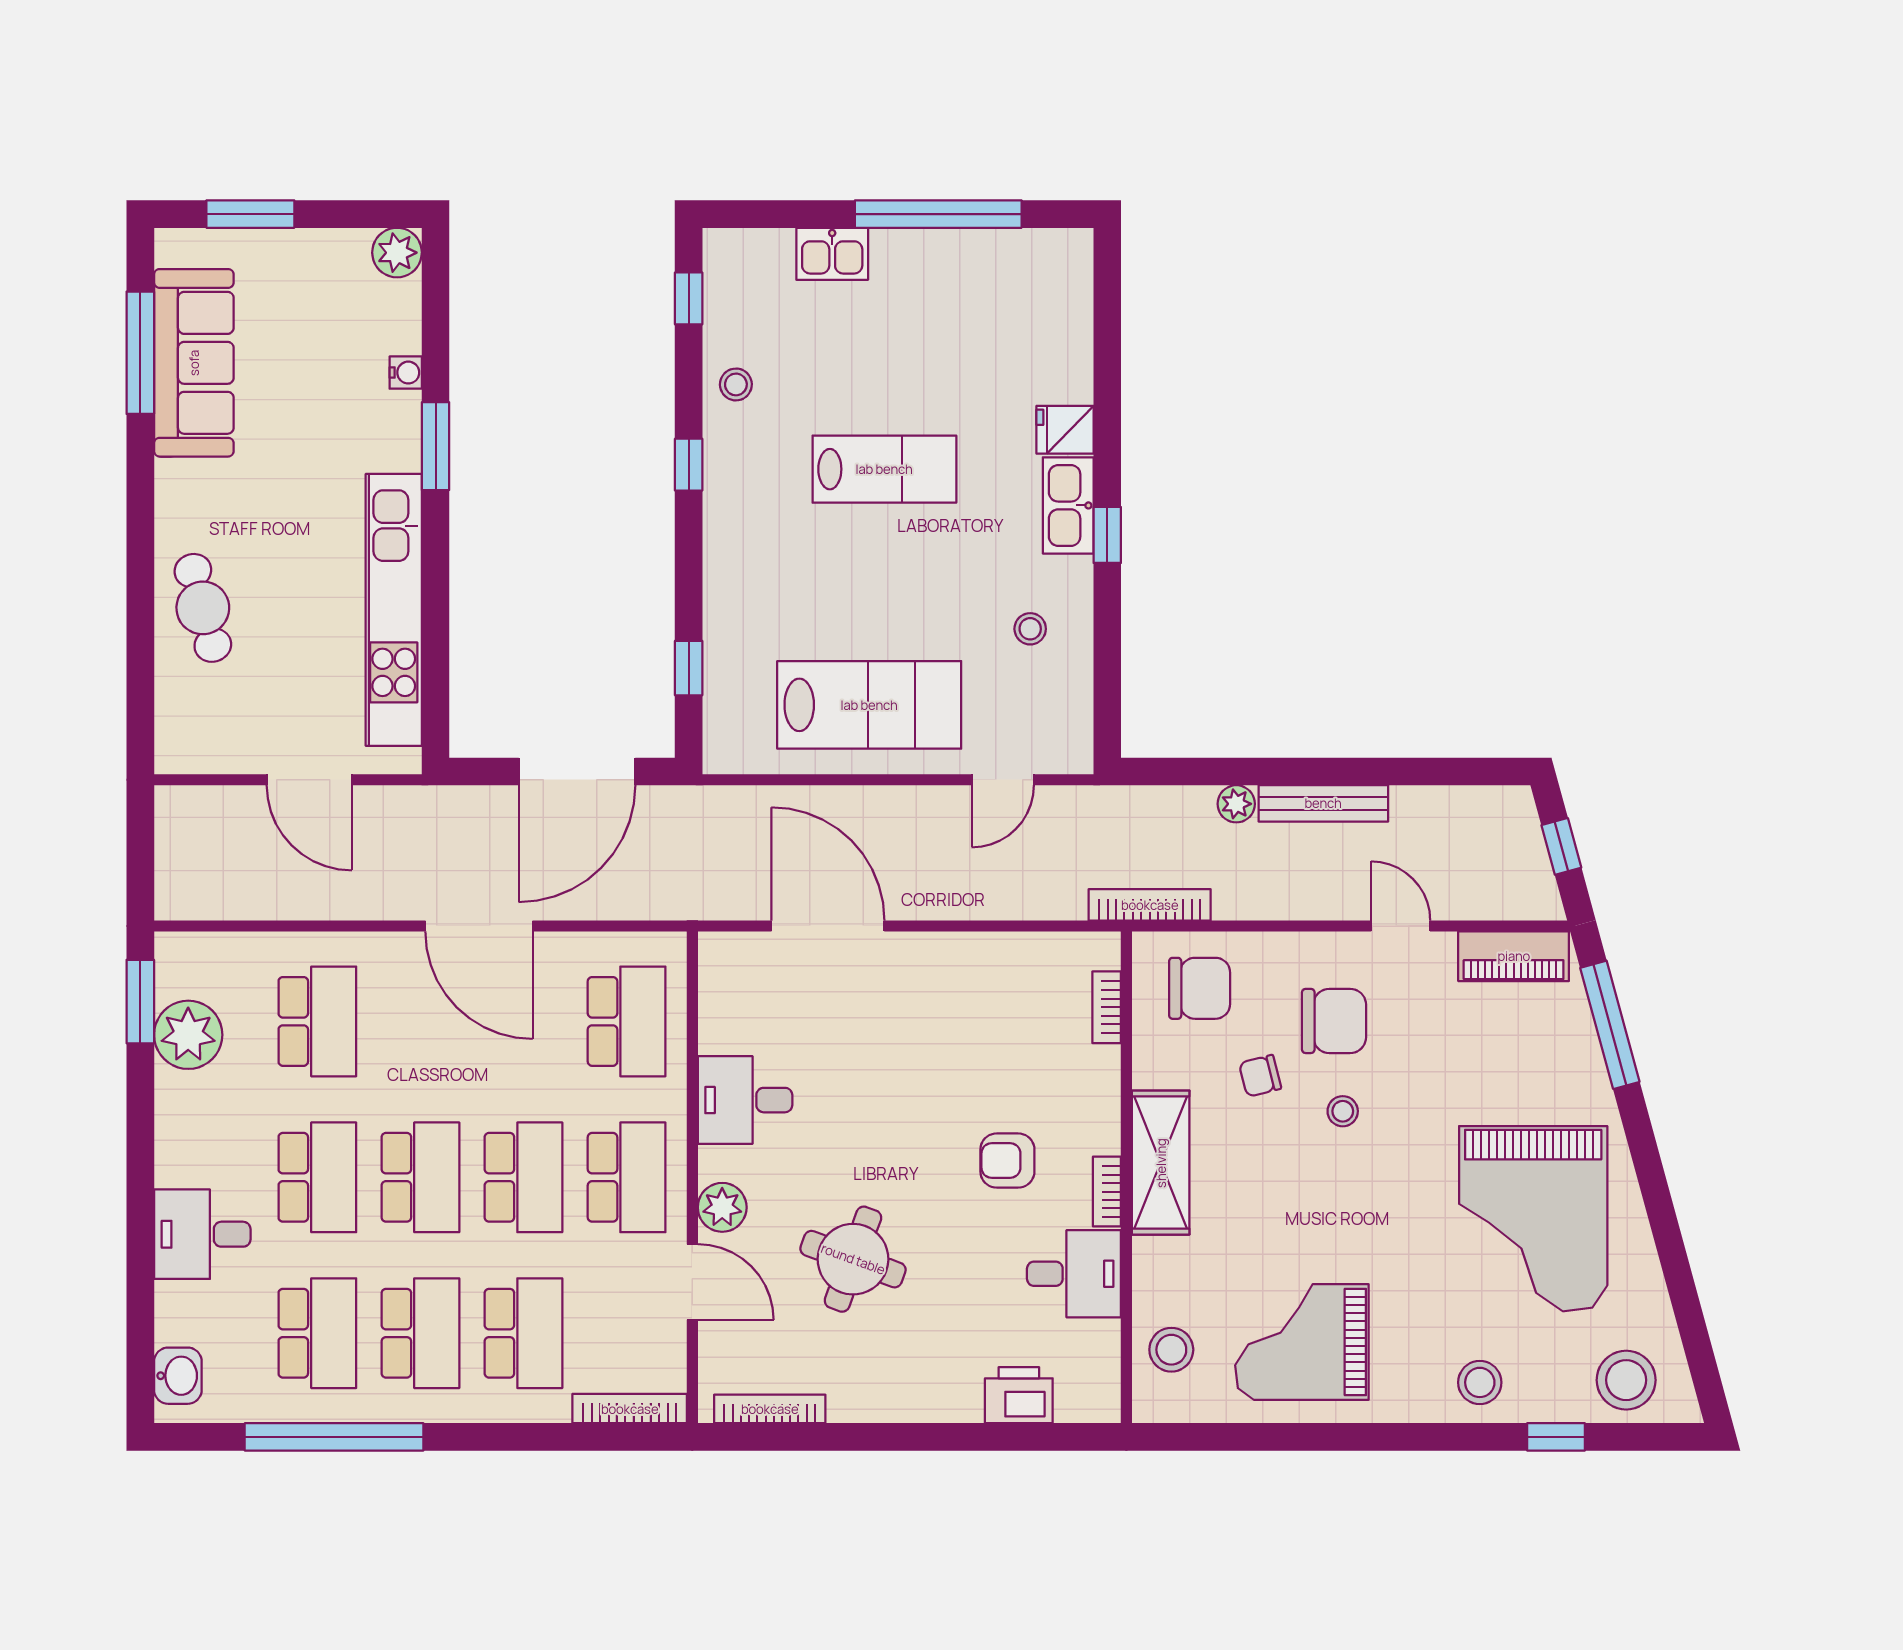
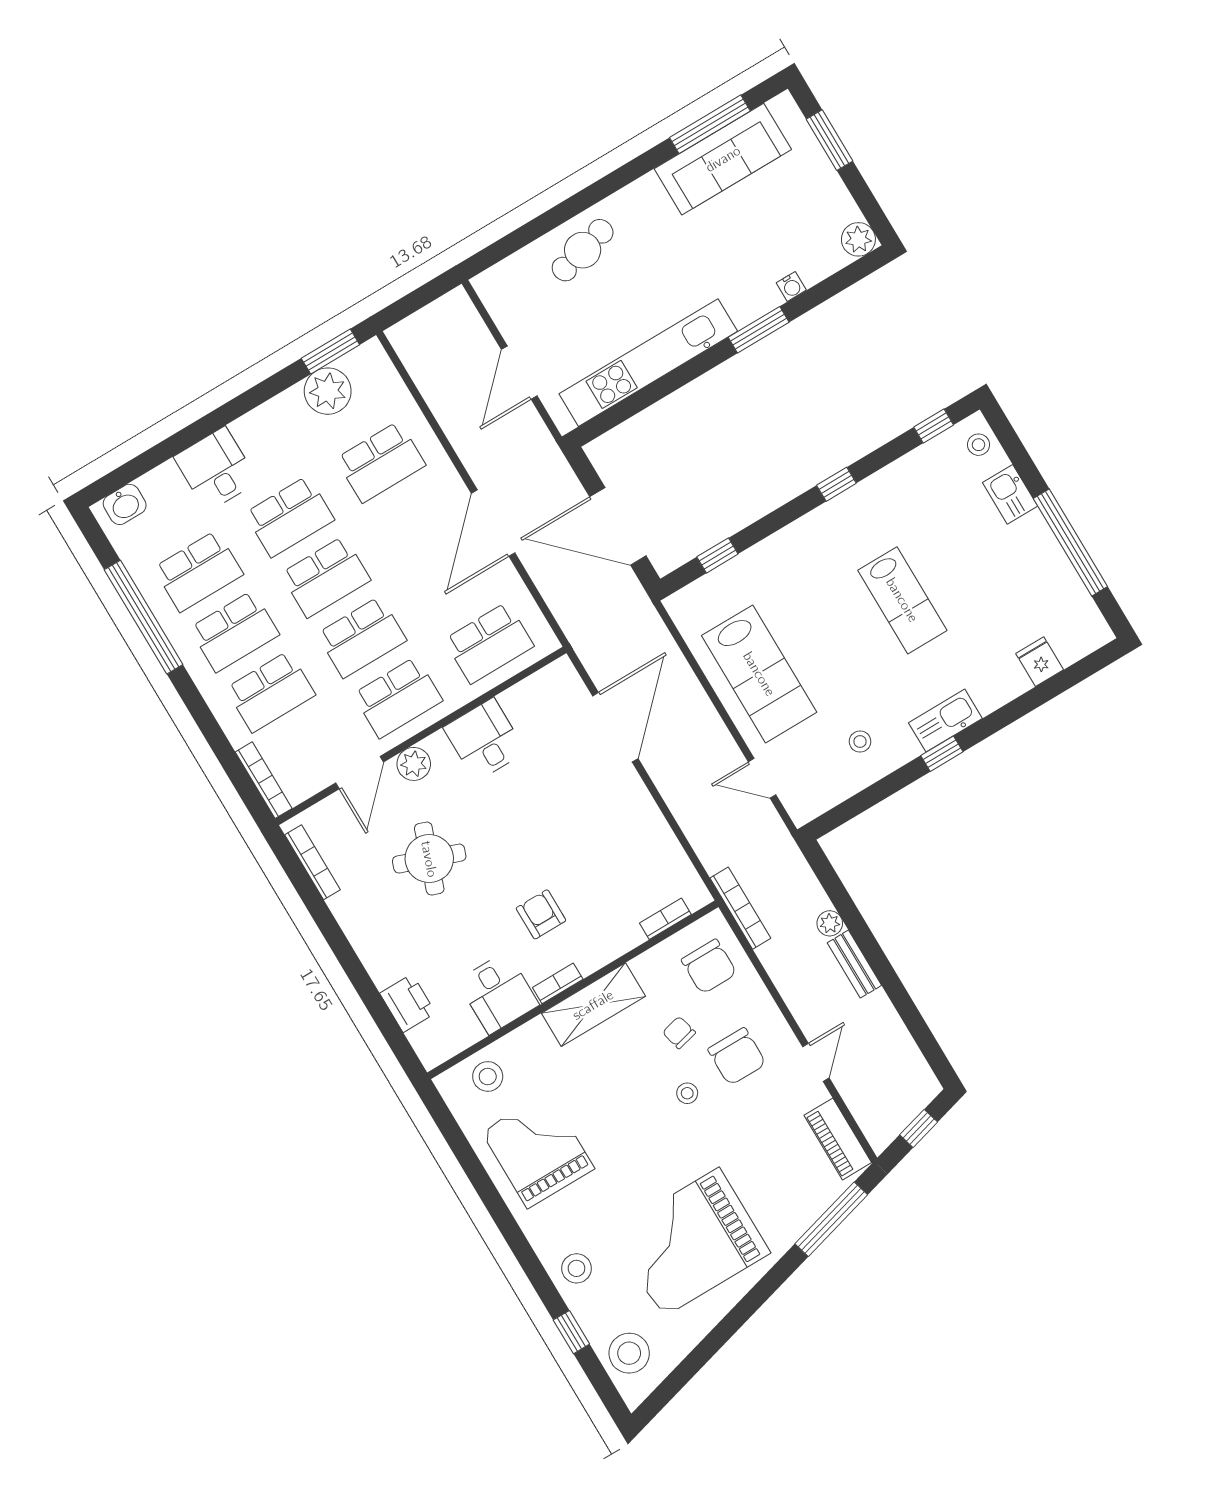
stool: (736, 384) -> (979, 445), moved
fridge: (1065, 430) -> (1040, 662), moved
bench: (1323, 803) -> (854, 964), width x0.73

